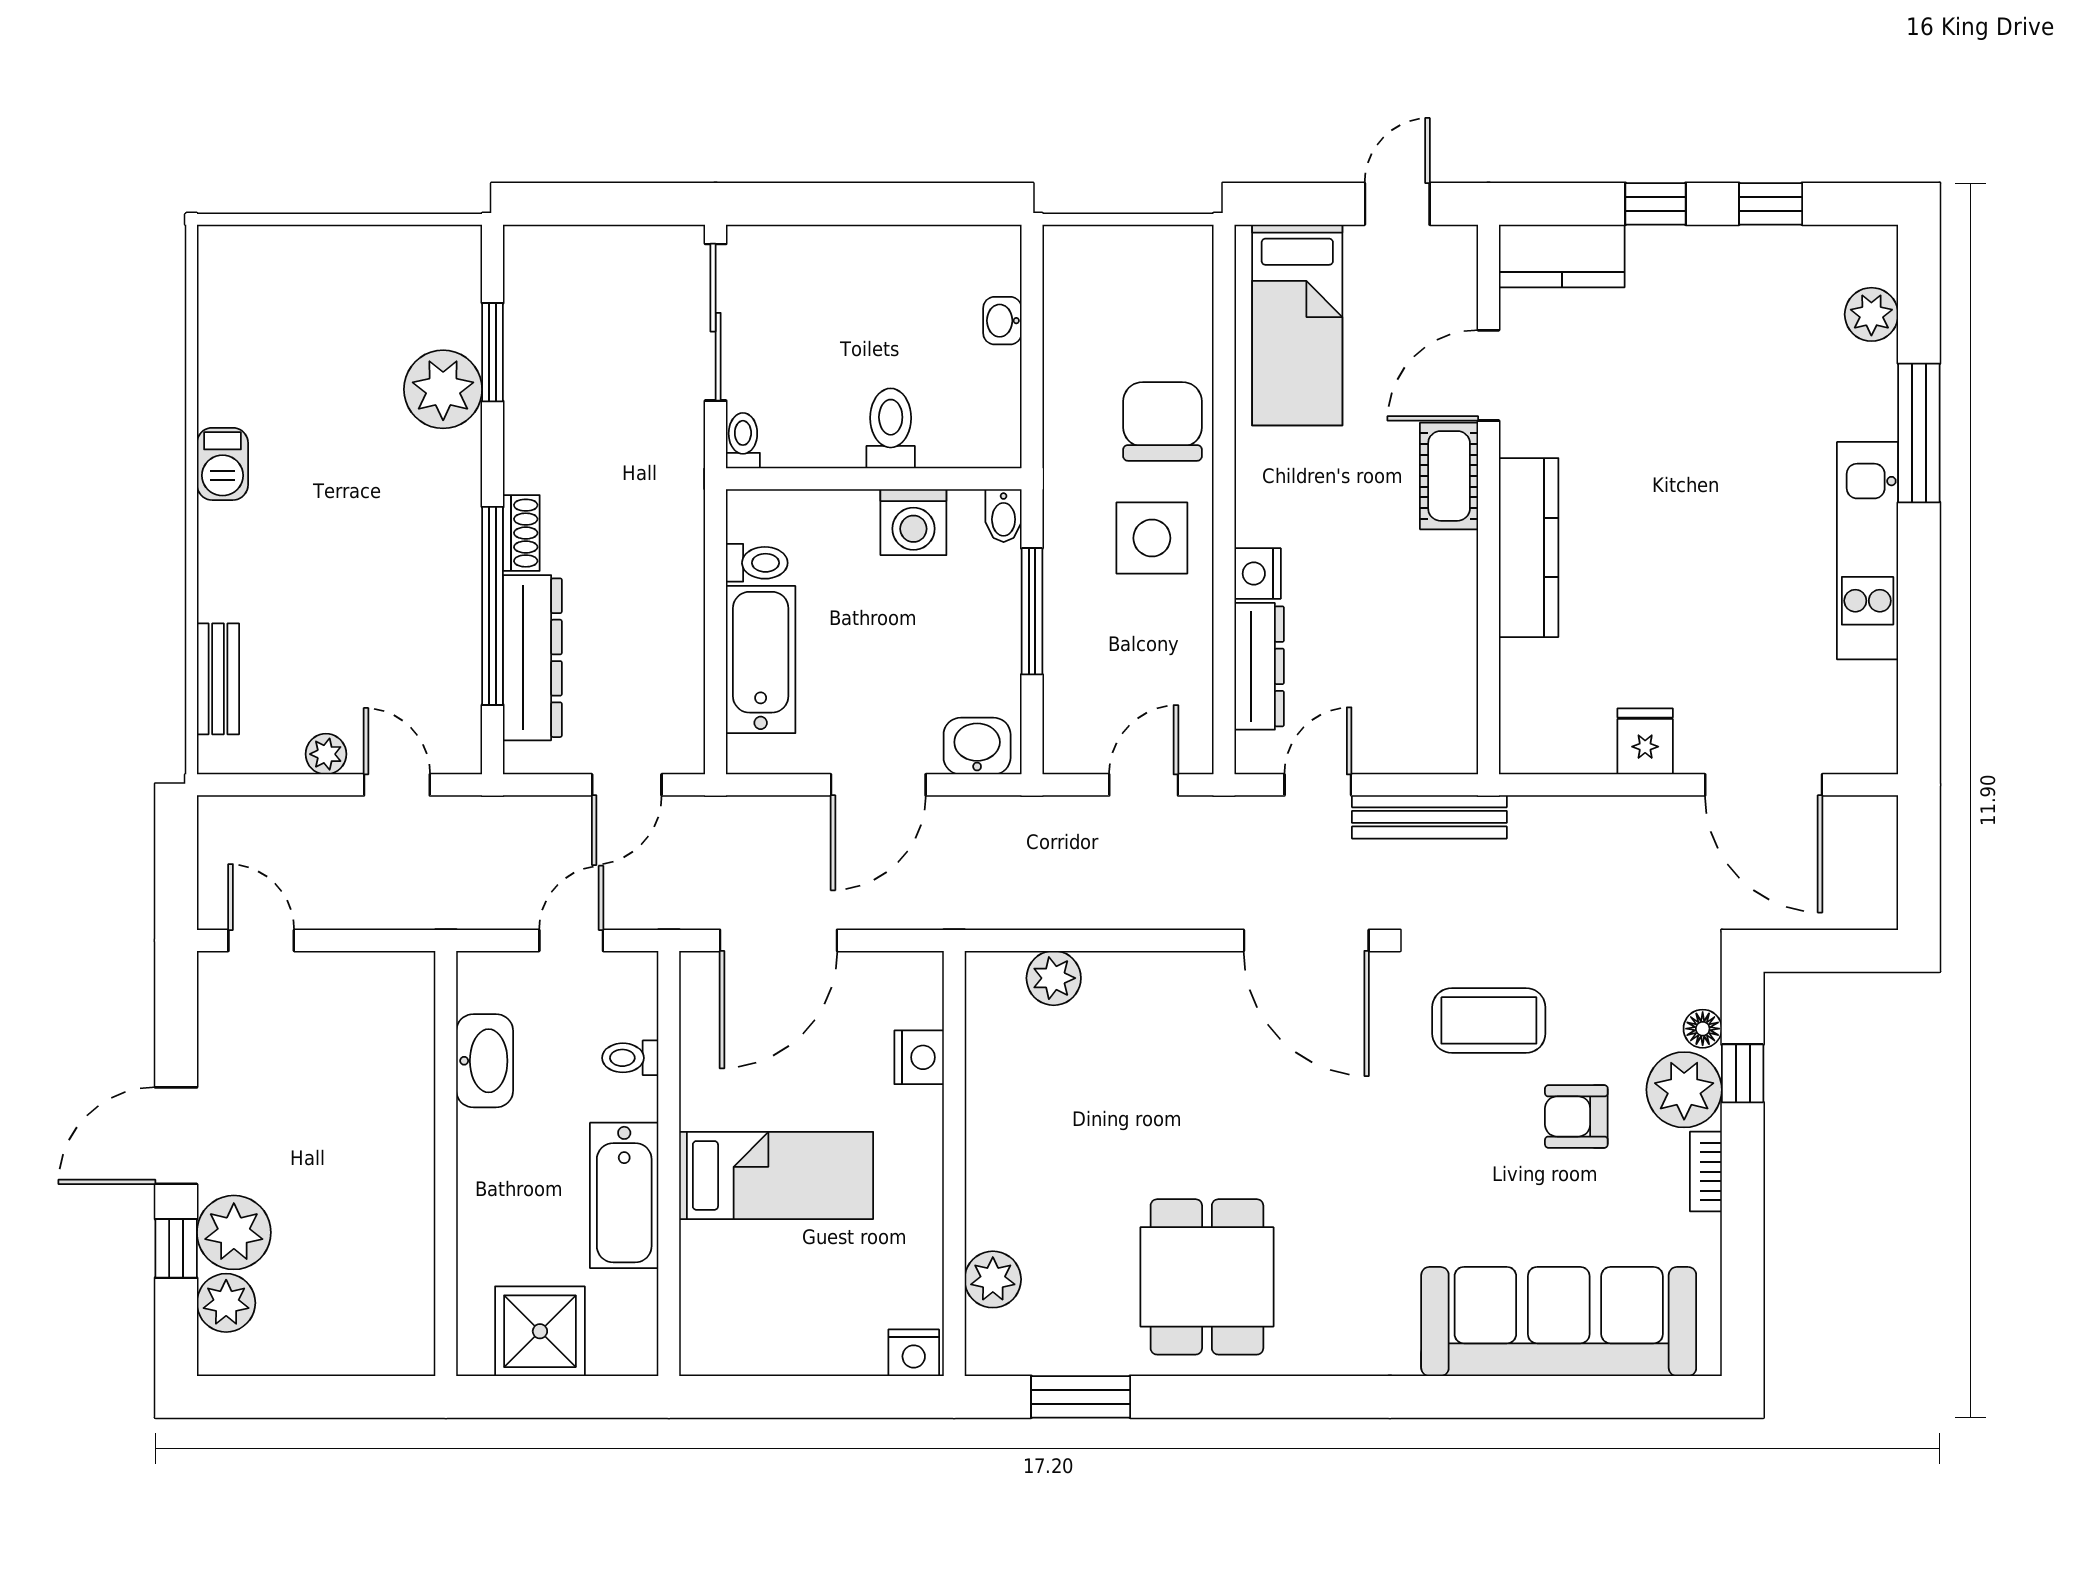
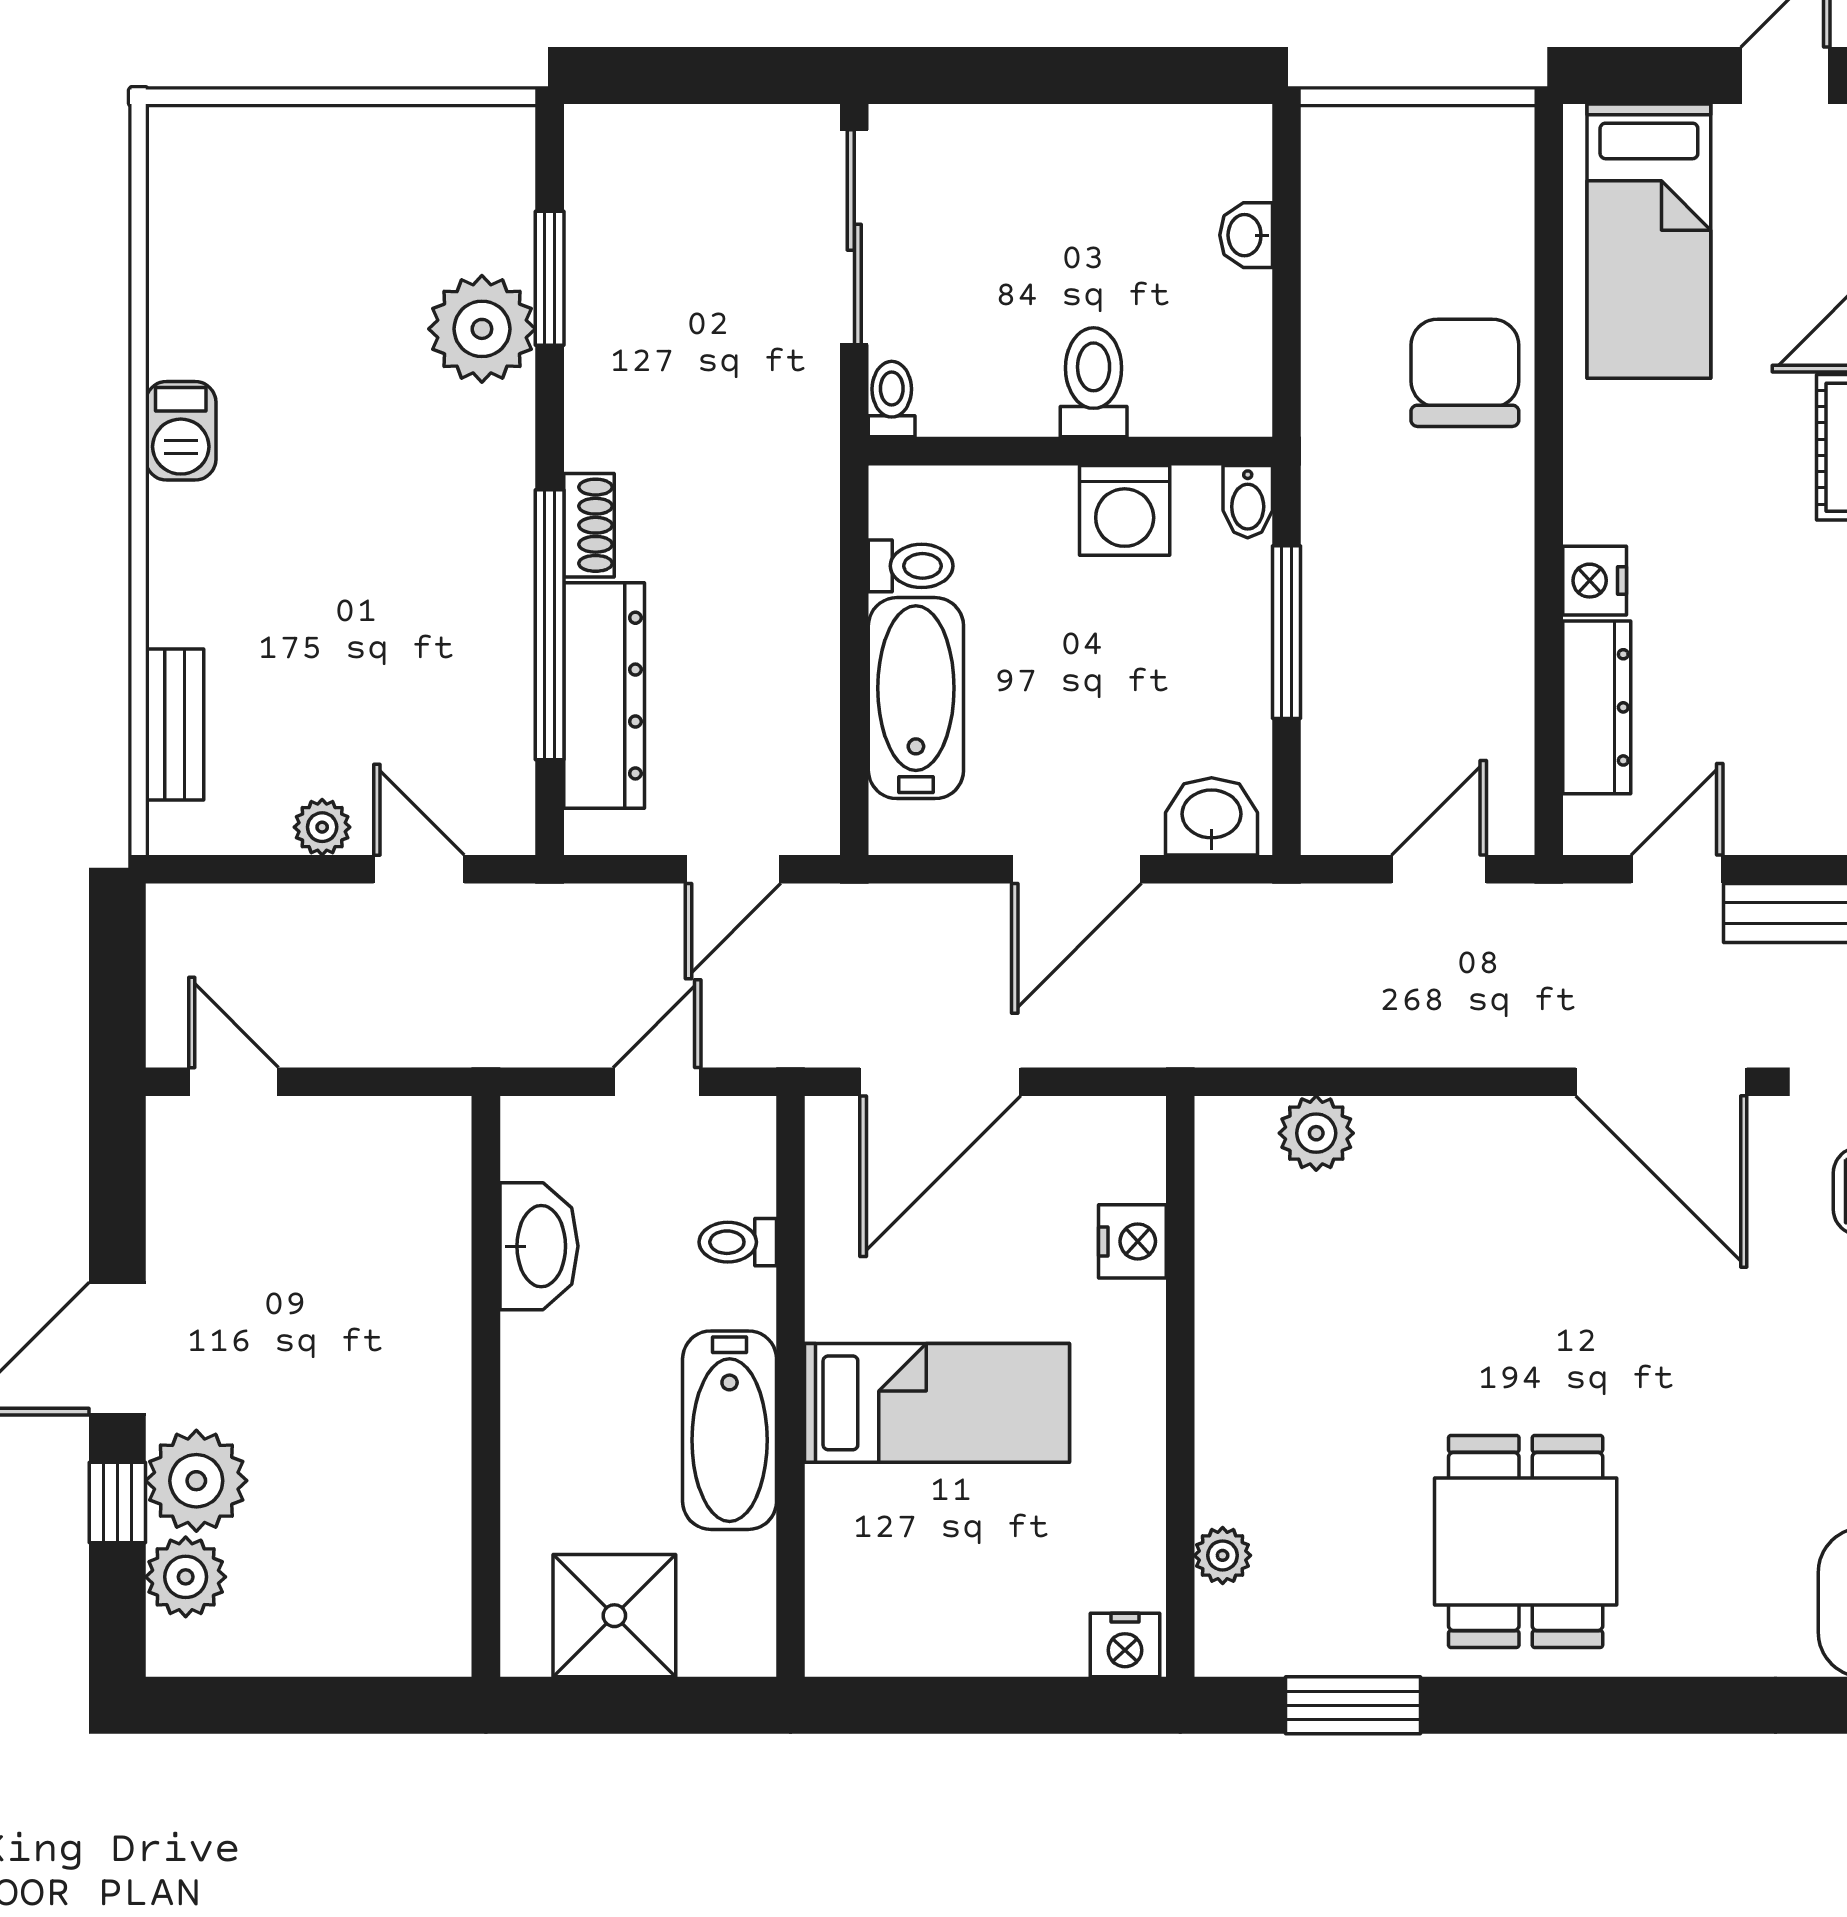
side table: (1152, 538) -> (1450, 532), removed
plant: (993, 1279) -> (1223, 1555), width x0.73, depth x0.73

